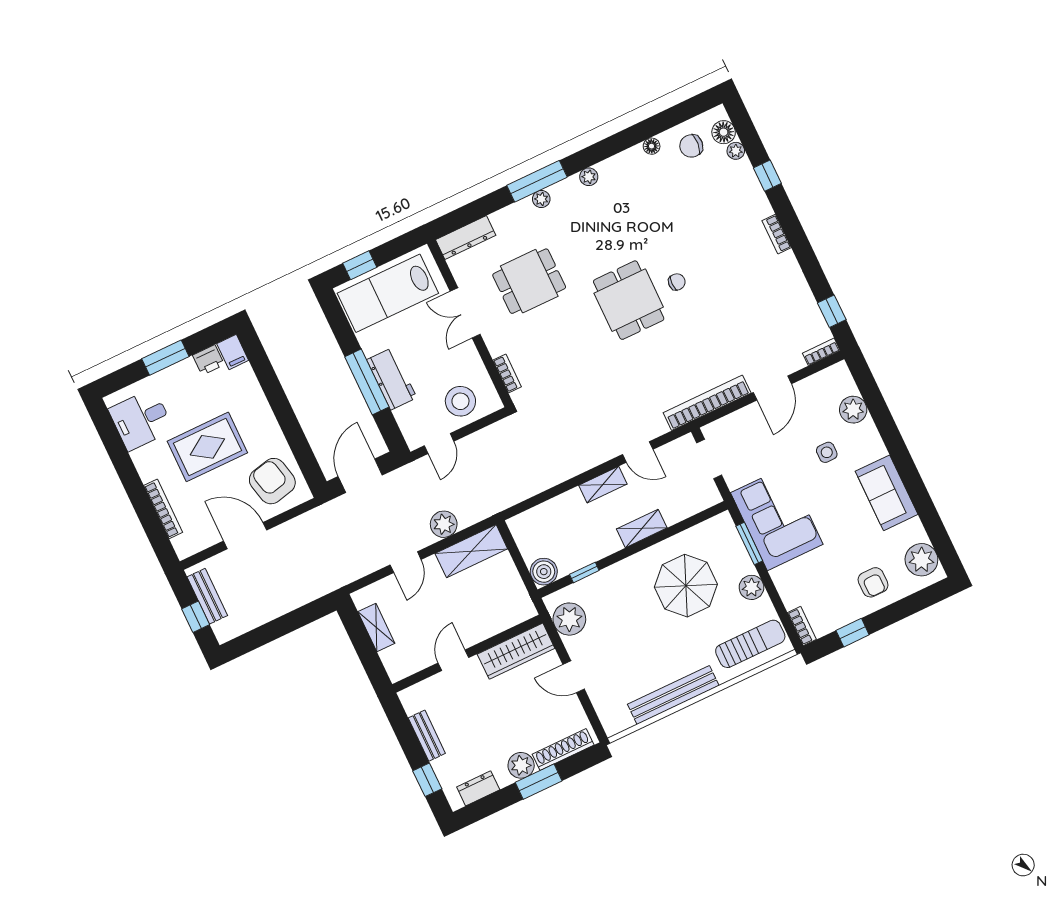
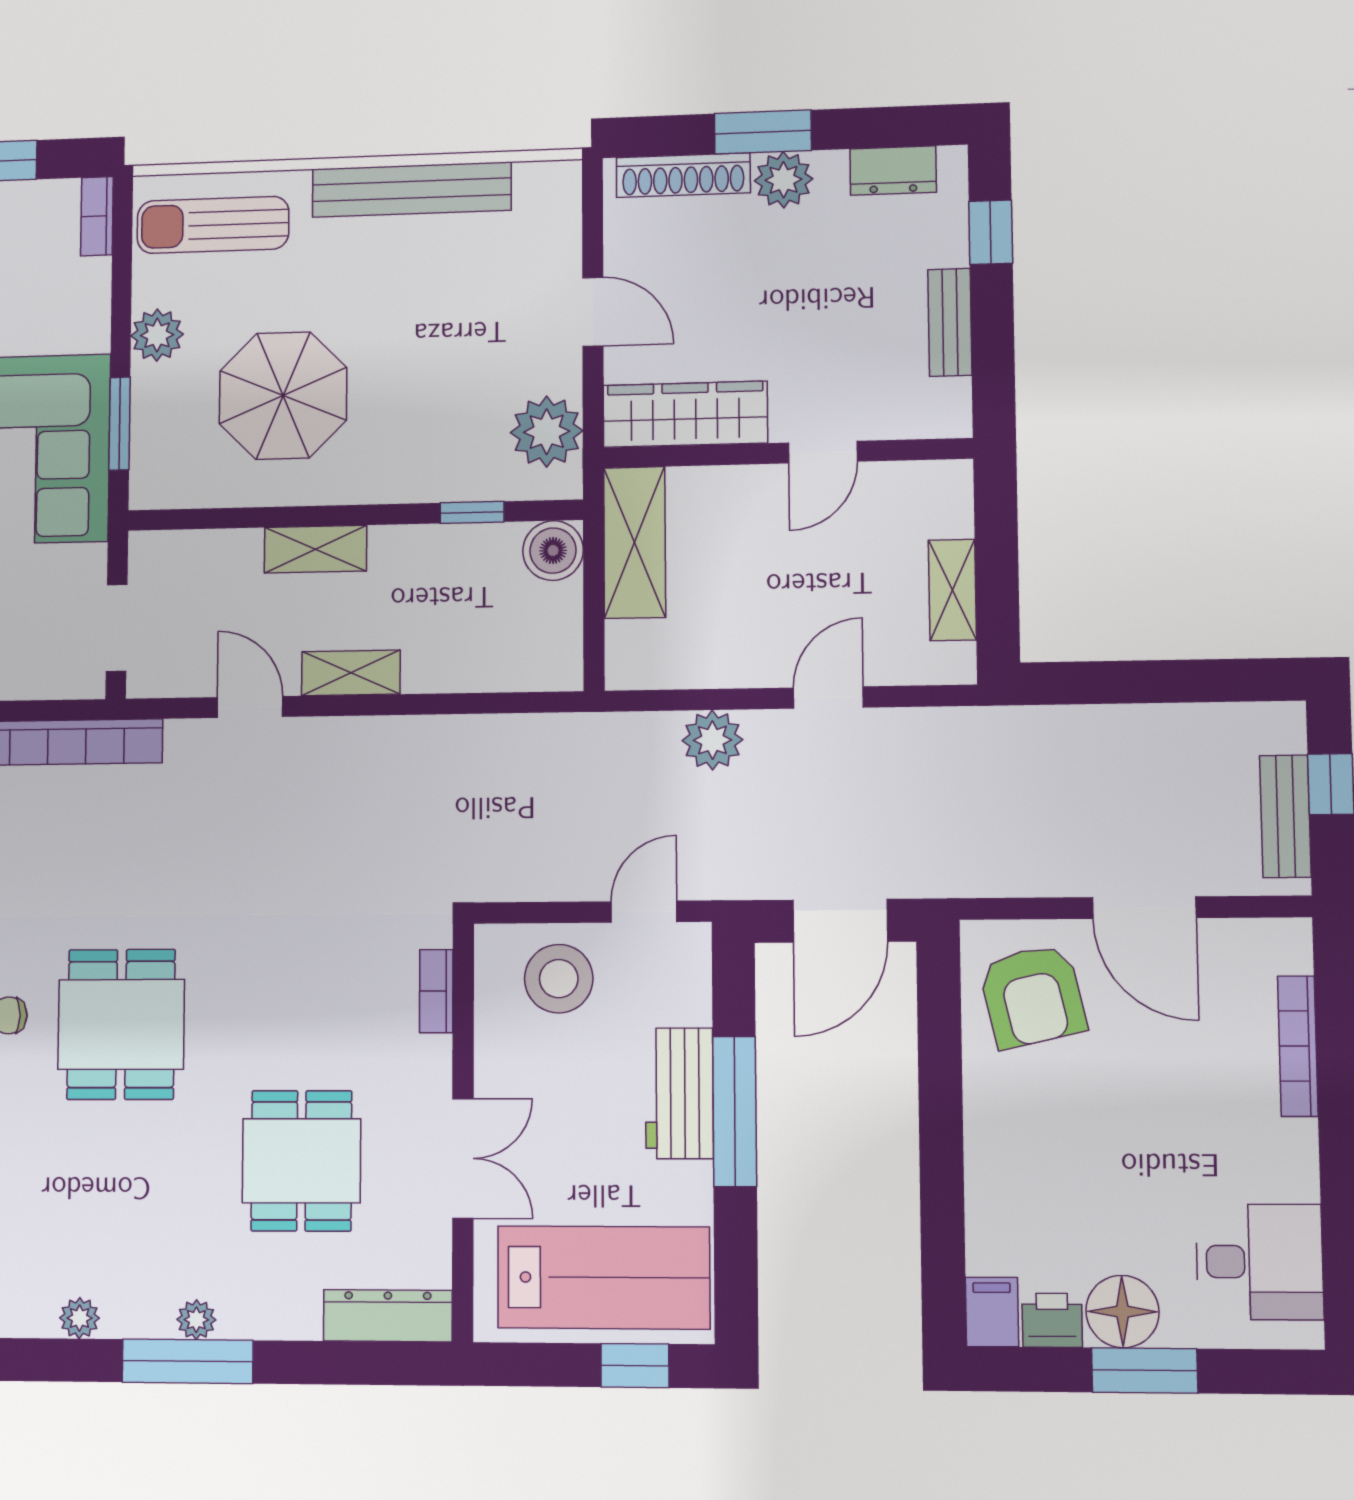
dining table: (529, 281) -> (301, 1161), turned 90
floor lamp: (184, 376) -> (1122, 1312), added
rug: (207, 447) -> (1140, 1134), removed
shelving: (471, 551) -> (635, 542), moved, turned 90

